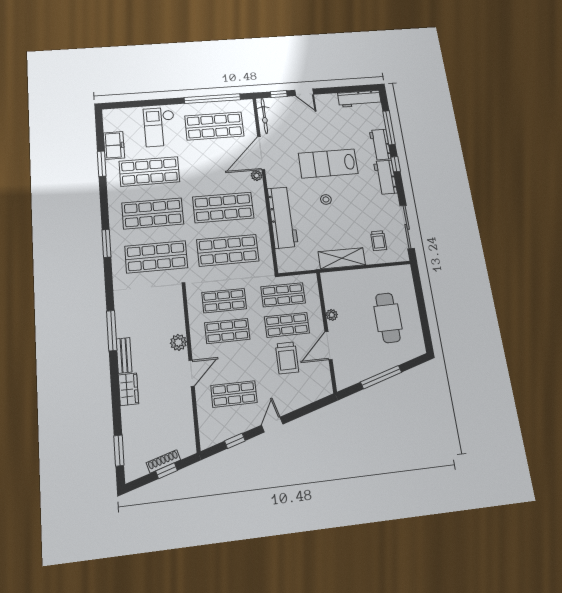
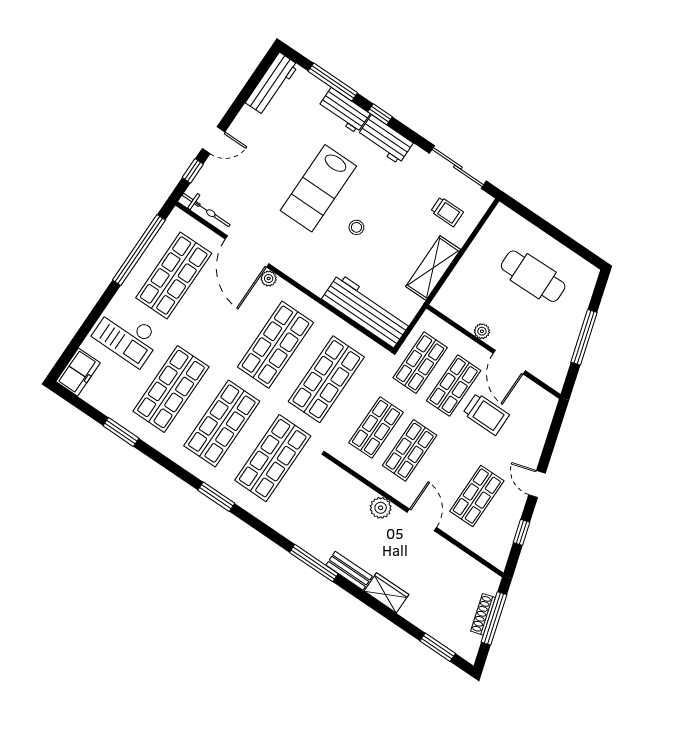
freezer: (114, 145) -> (78, 372), moved, turned 90
workbench: (283, 217) -> (366, 310), moved
window: (166, 471) -> (494, 618), width x2.17

